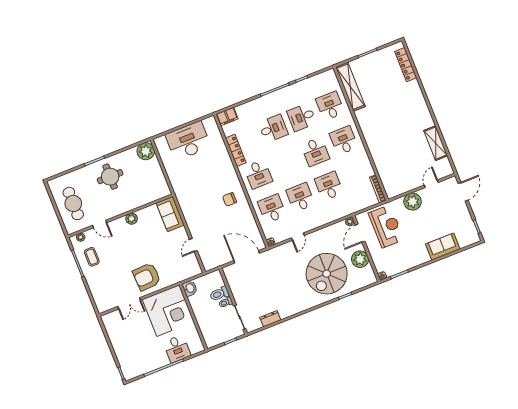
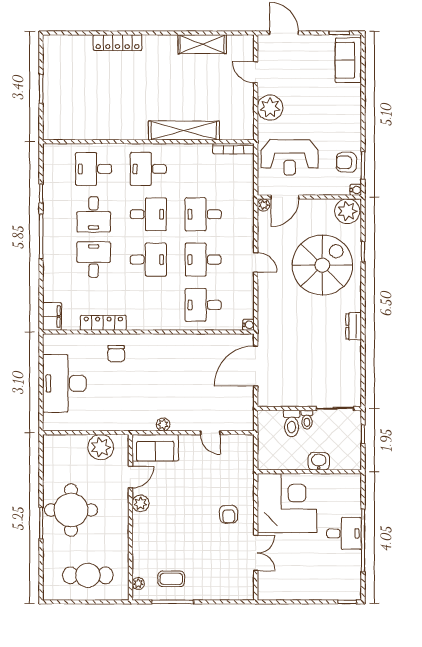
locker: (406, 65) -> (117, 43), moved
shelving: (350, 87) -> (184, 131), moved
plant: (146, 151) -> (101, 447), moved
desk: (258, 174) -> (148, 260), moved
round table: (110, 177) -> (71, 510), width x1.36, depth x1.36
chair: (230, 199) -> (116, 354), moved
plant: (187, 213) -> (163, 425), added
door: (100, 224) -> (130, 477), moved
reception desk: (386, 226) -> (290, 157), turned 180
door: (360, 233) -> (285, 197), hinge flipped
door: (298, 237) -> (256, 262), moved
sofa: (443, 247) -> (348, 60), moved
plant: (360, 259) -> (347, 211), moved
armchair: (397, 263) -> (346, 162), added
spiral stairs: (327, 274) -> (322, 265), turned -90
armchair: (147, 277) -> (229, 514), width x0.53, depth x0.53
washbasin: (190, 288) -> (319, 461), moved
dresser: (270, 319) -> (354, 326), moved
desk: (177, 349) -> (344, 533), moved

